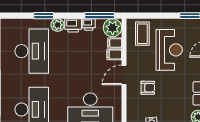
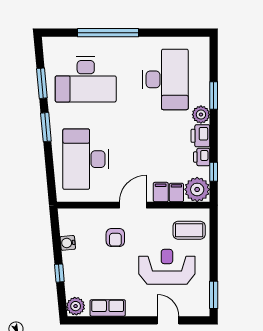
window: (100, 16) -> (214, 172), width x0.46
reception desk: (169, 50) -> (167, 267), turned 180
desk: (32, 51) -> (165, 79), turned -90
door: (124, 75) -> (133, 205), hinge flipped

